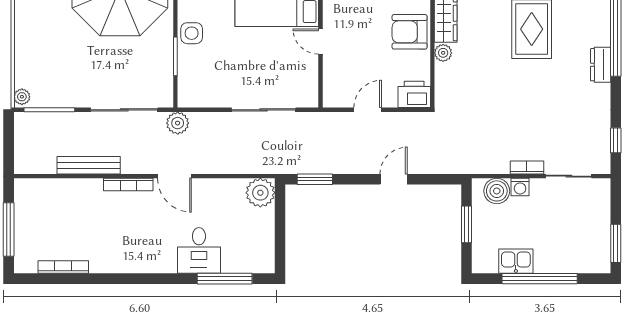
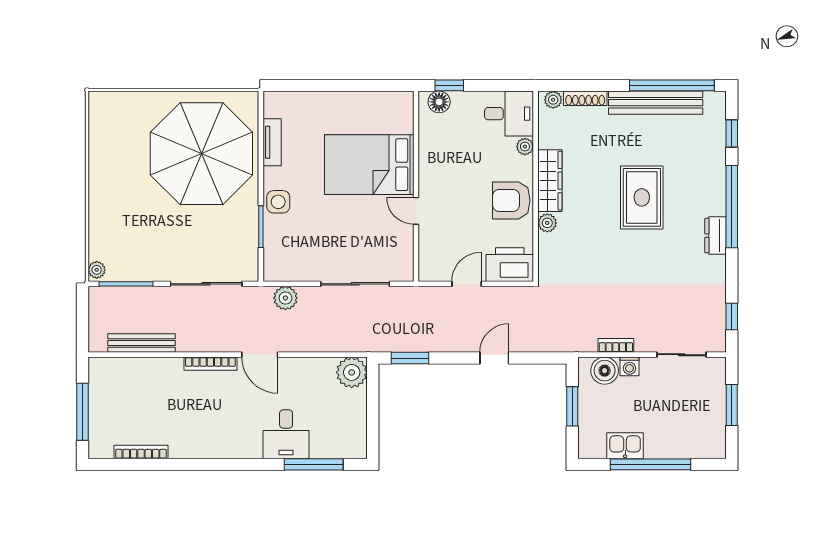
printer: (414, 94) -> (510, 265), width x1.37, depth x1.19
plant: (178, 123) -> (285, 298), moved
bench: (89, 165) -> (141, 343), moved
bookcase: (527, 167) -> (616, 345), moved
window: (616, 243) -> (732, 405), moved

